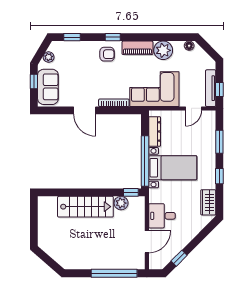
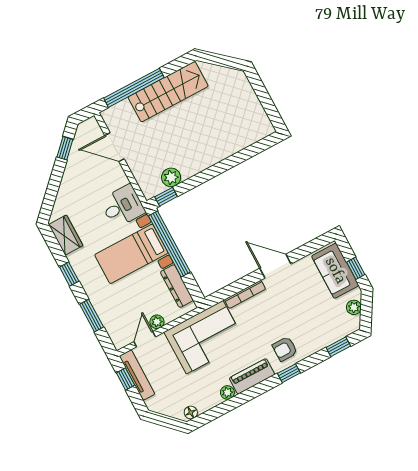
plant: (163, 50) -> (227, 392), width x0.53, depth x0.53
plant: (180, 115) -> (157, 322), added
stairs: (85, 207) -> (168, 92), moved, turned 180
desk: (162, 216) -> (123, 206), moved
door: (147, 242) -> (114, 147), hinge flipped

